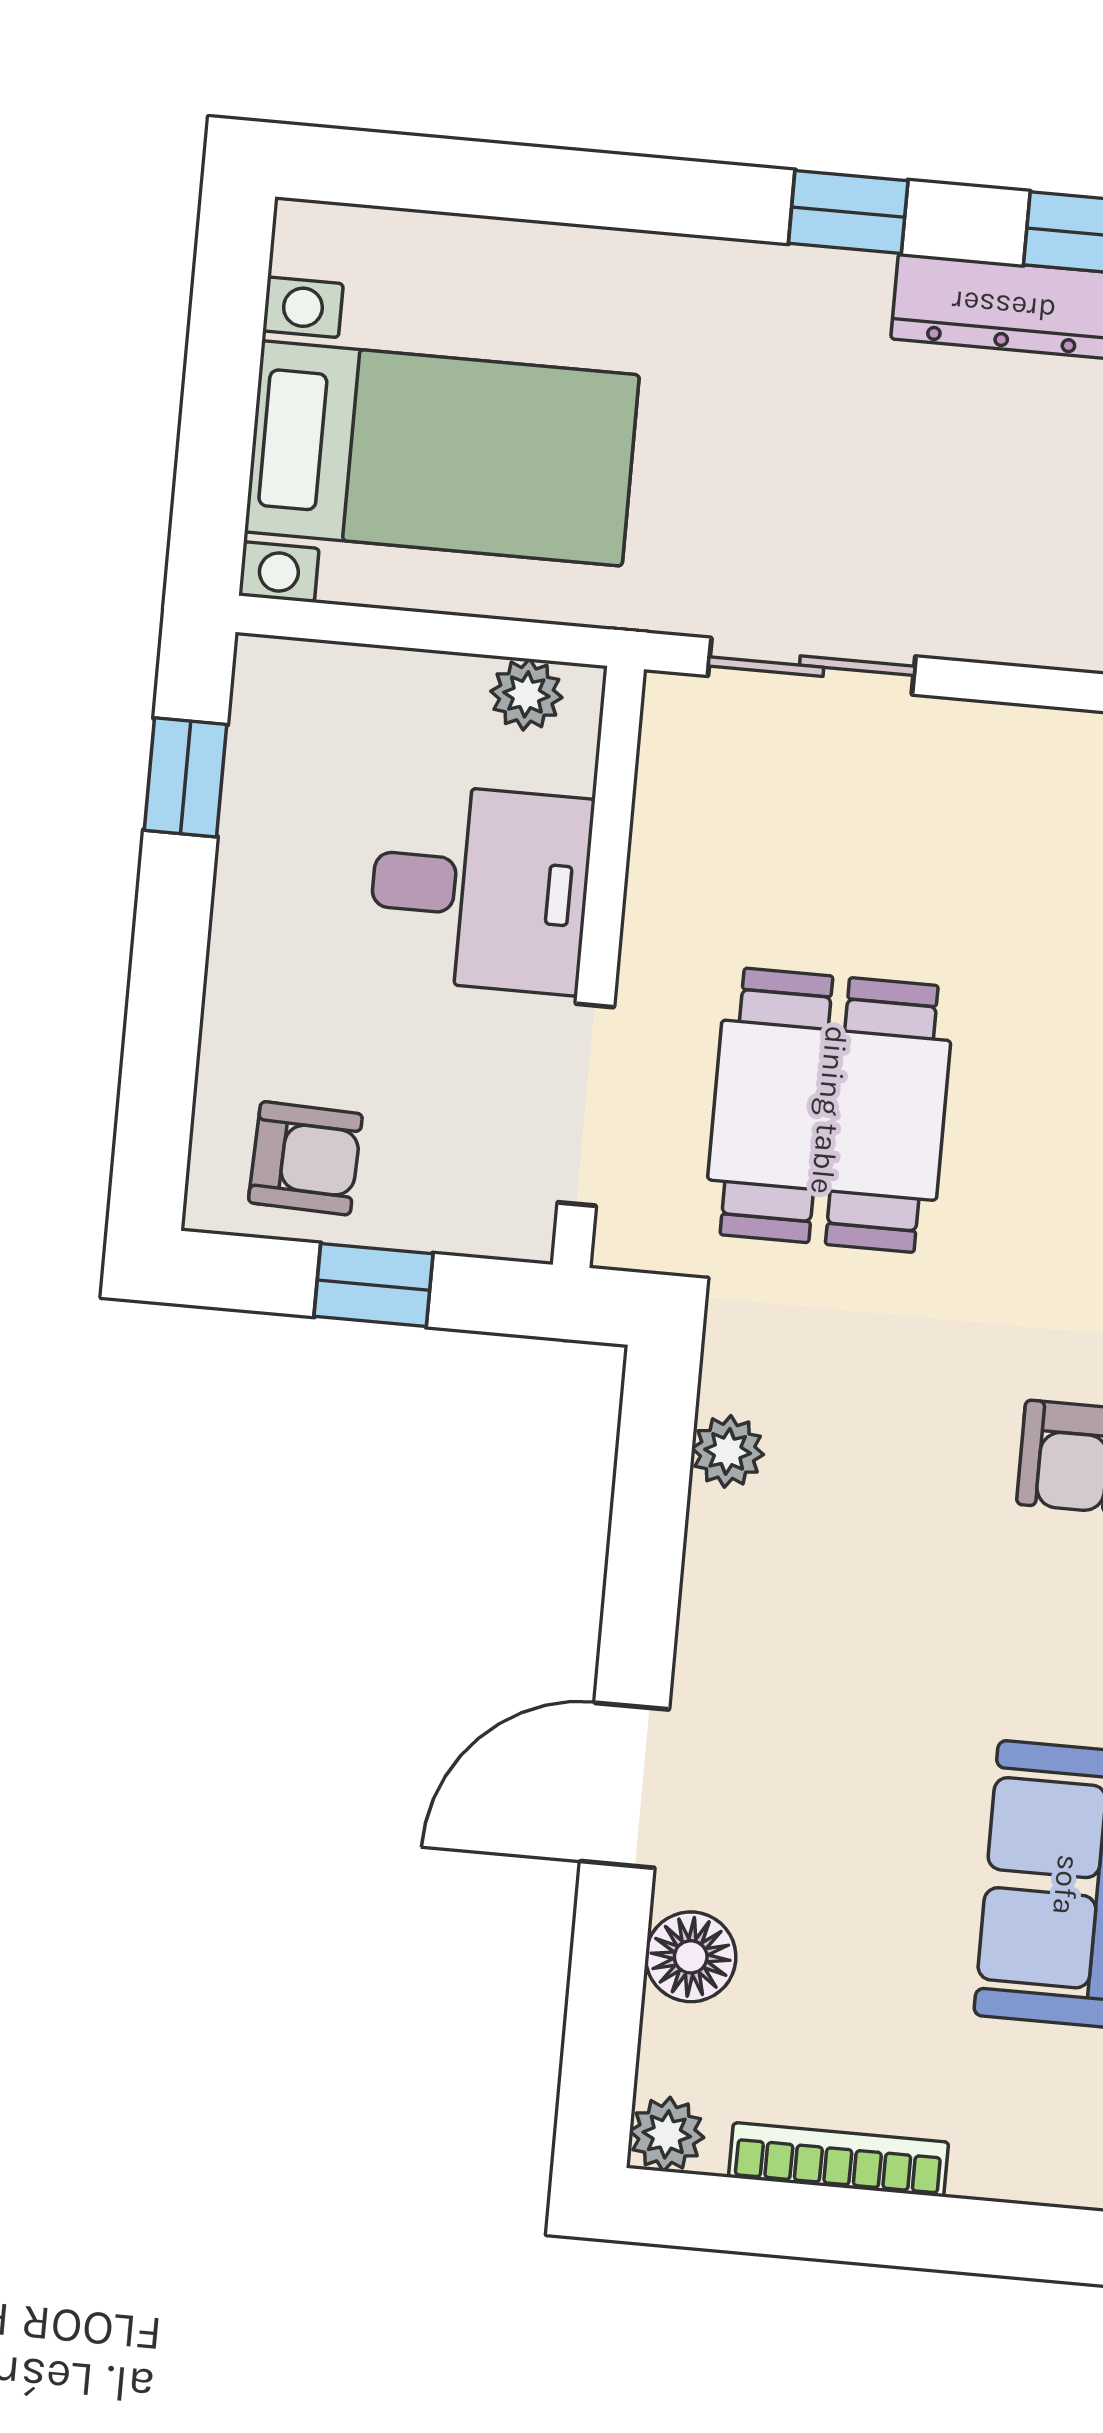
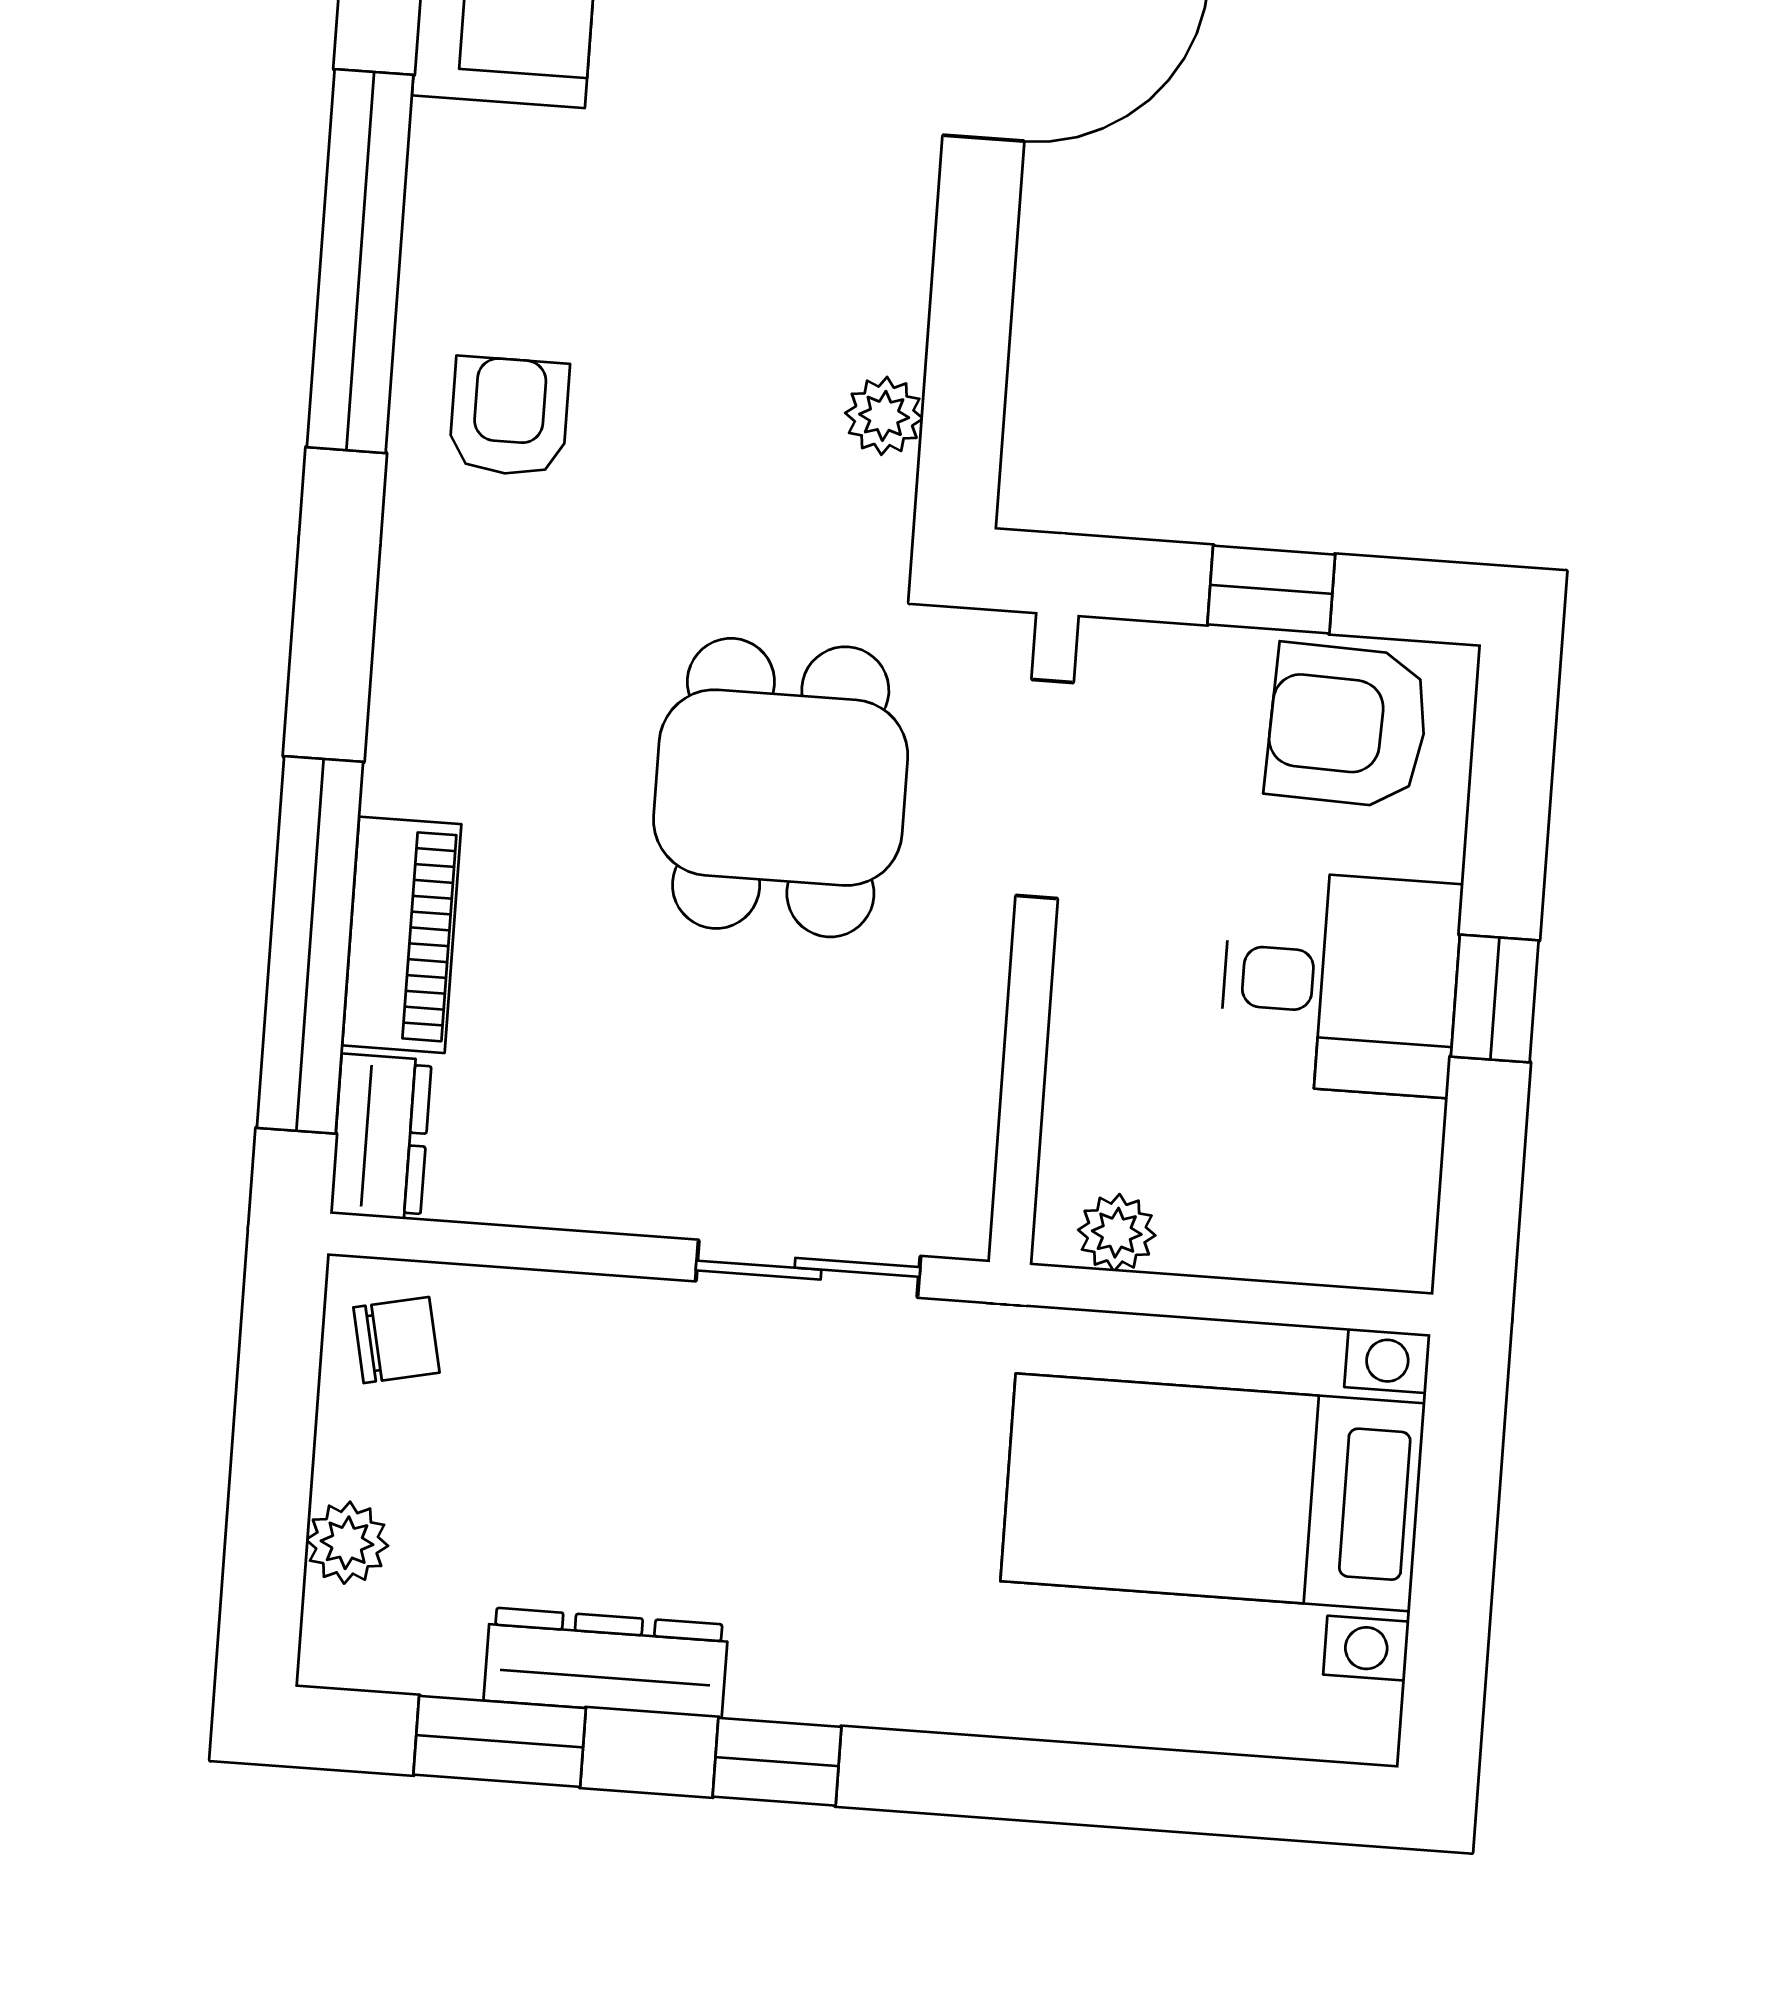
window: (186, 777) -> (1495, 999), moved
desk: (480, 888) -> (1340, 983), moved, turned 180
armchair: (305, 1158) -> (1348, 726), width x1.38, depth x1.38

